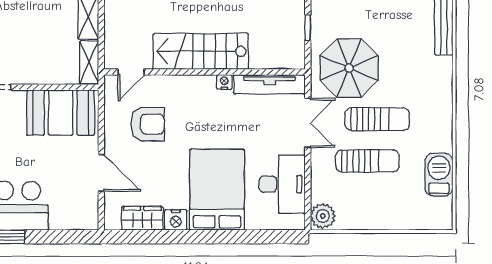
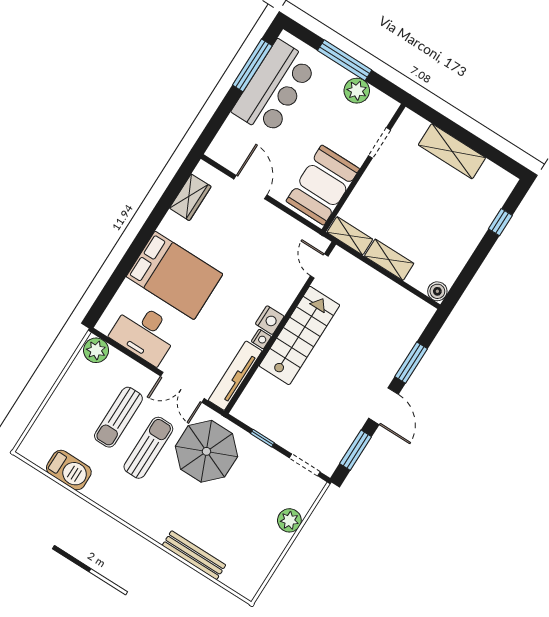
sun lounger: (377, 119) -> (148, 448), turned 180
armchair: (148, 124) -> (267, 252), removed
door: (101, 173) -> (250, 187), swing flipped
nightstand: (176, 220) -> (270, 320), moved, turned 180

